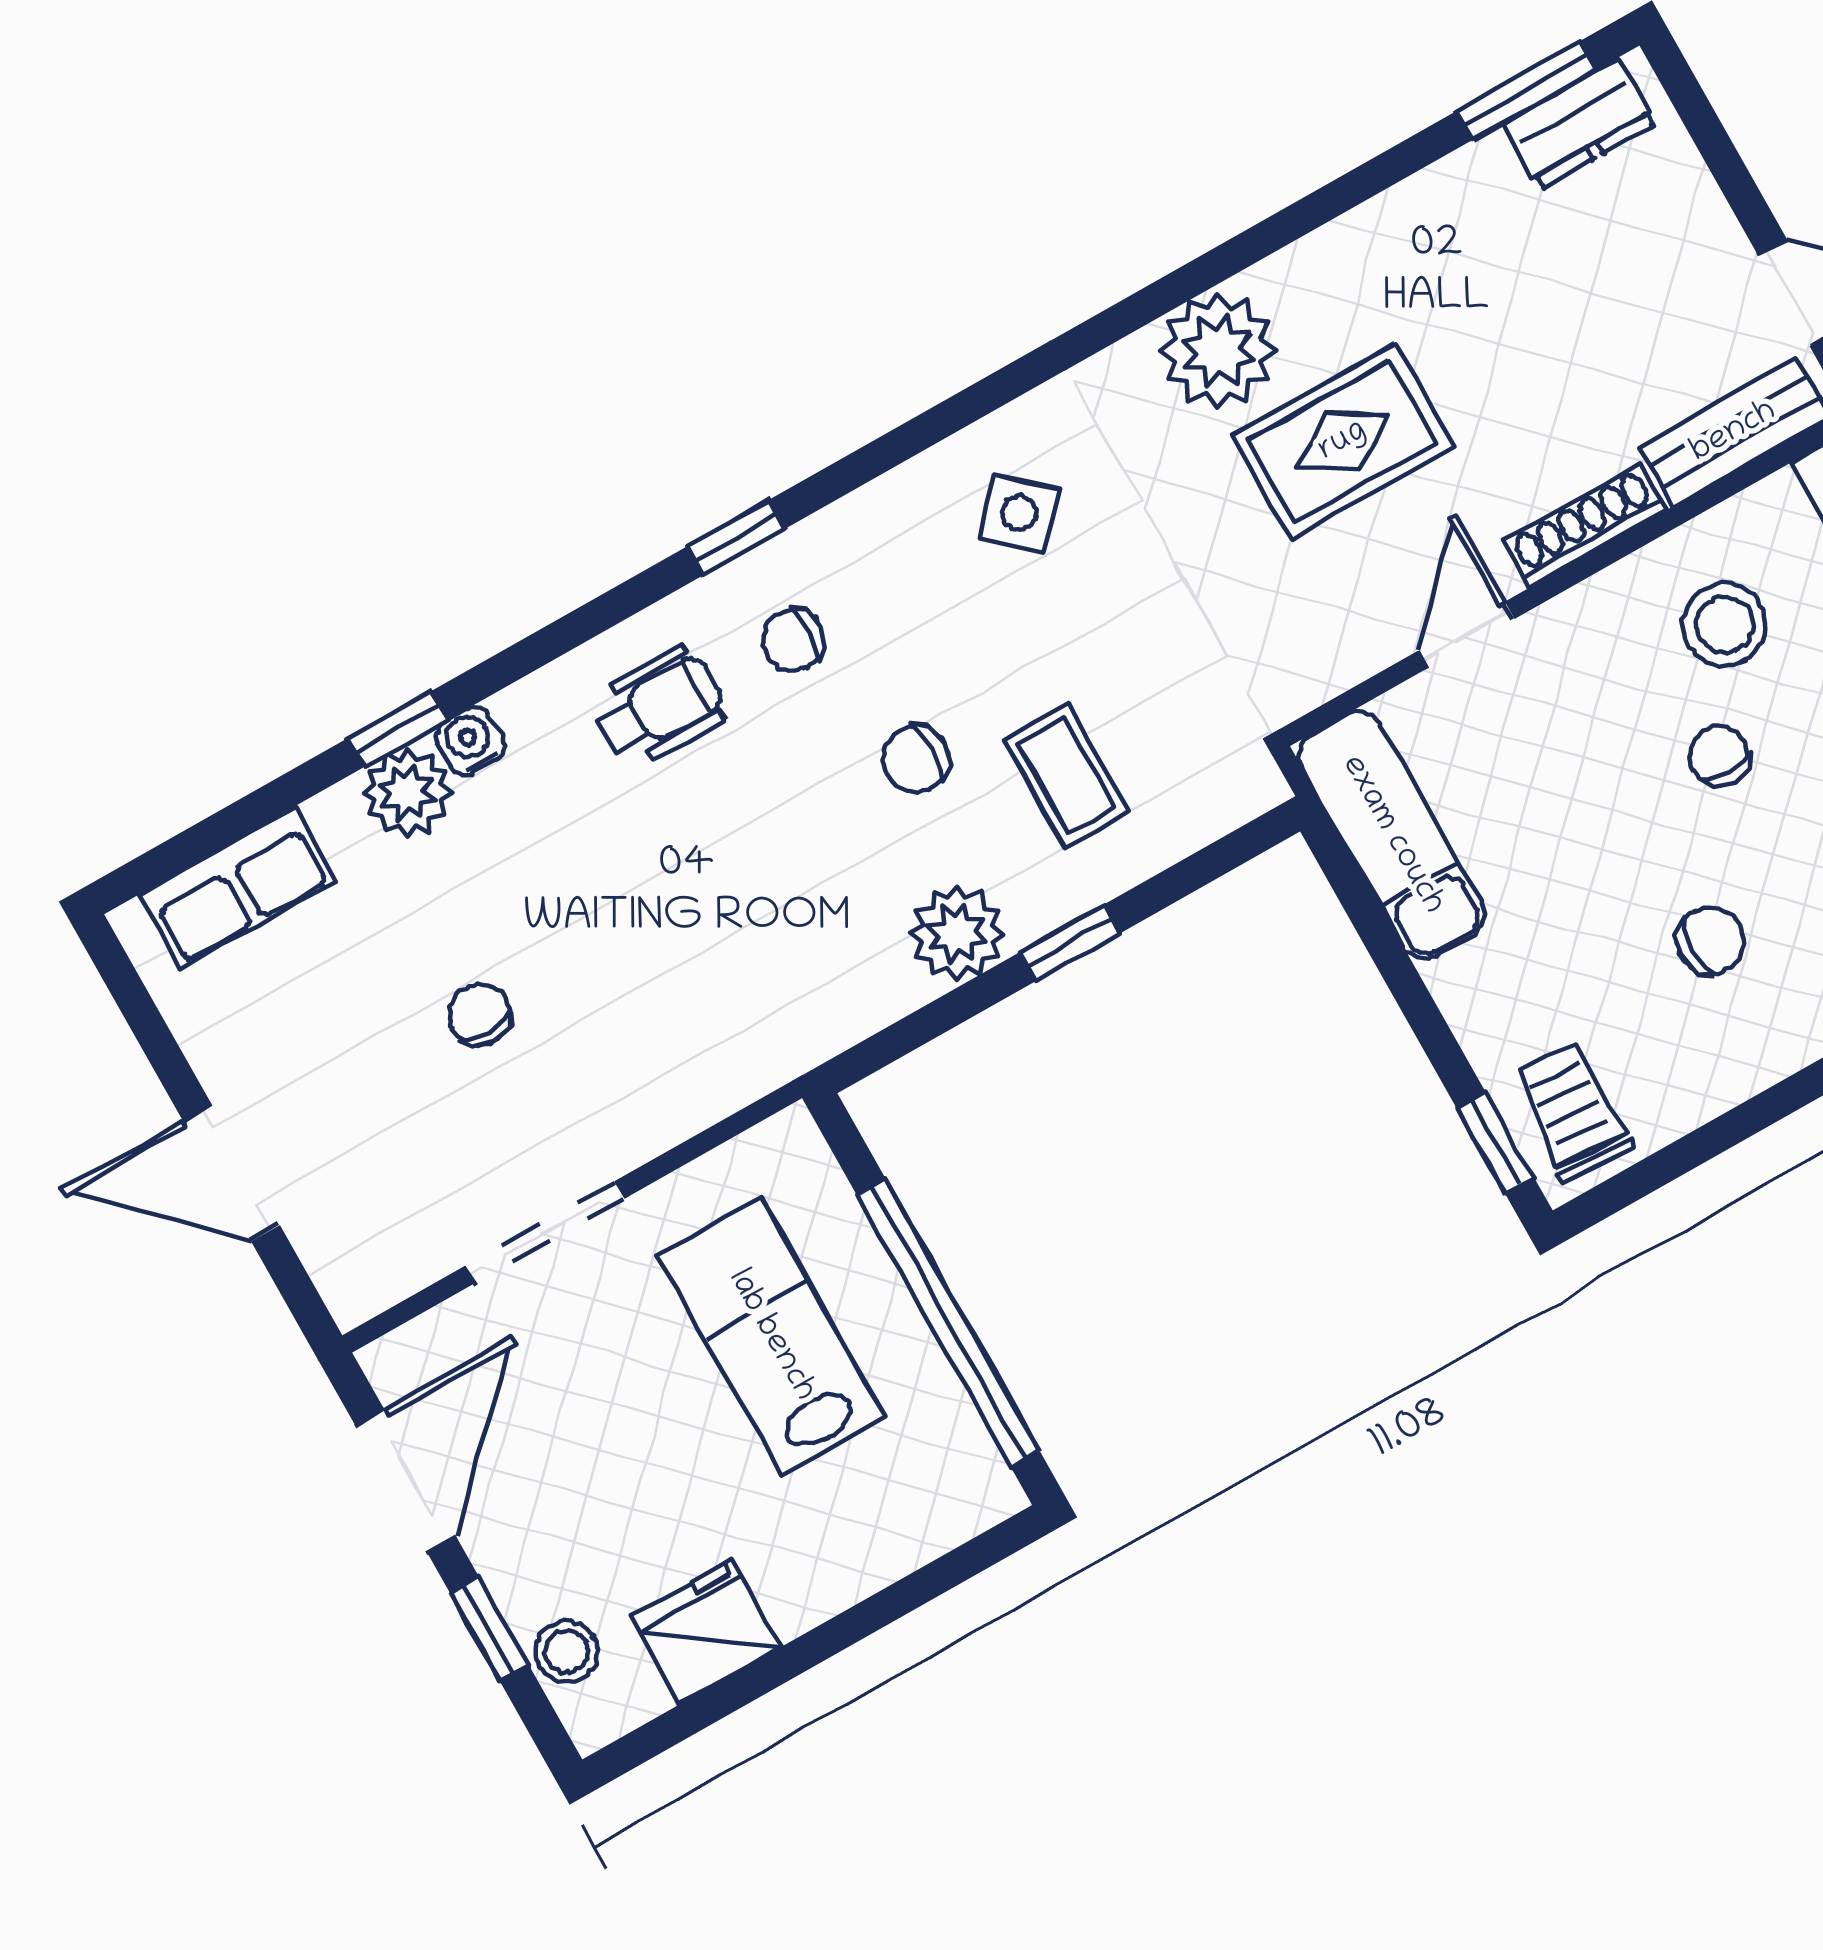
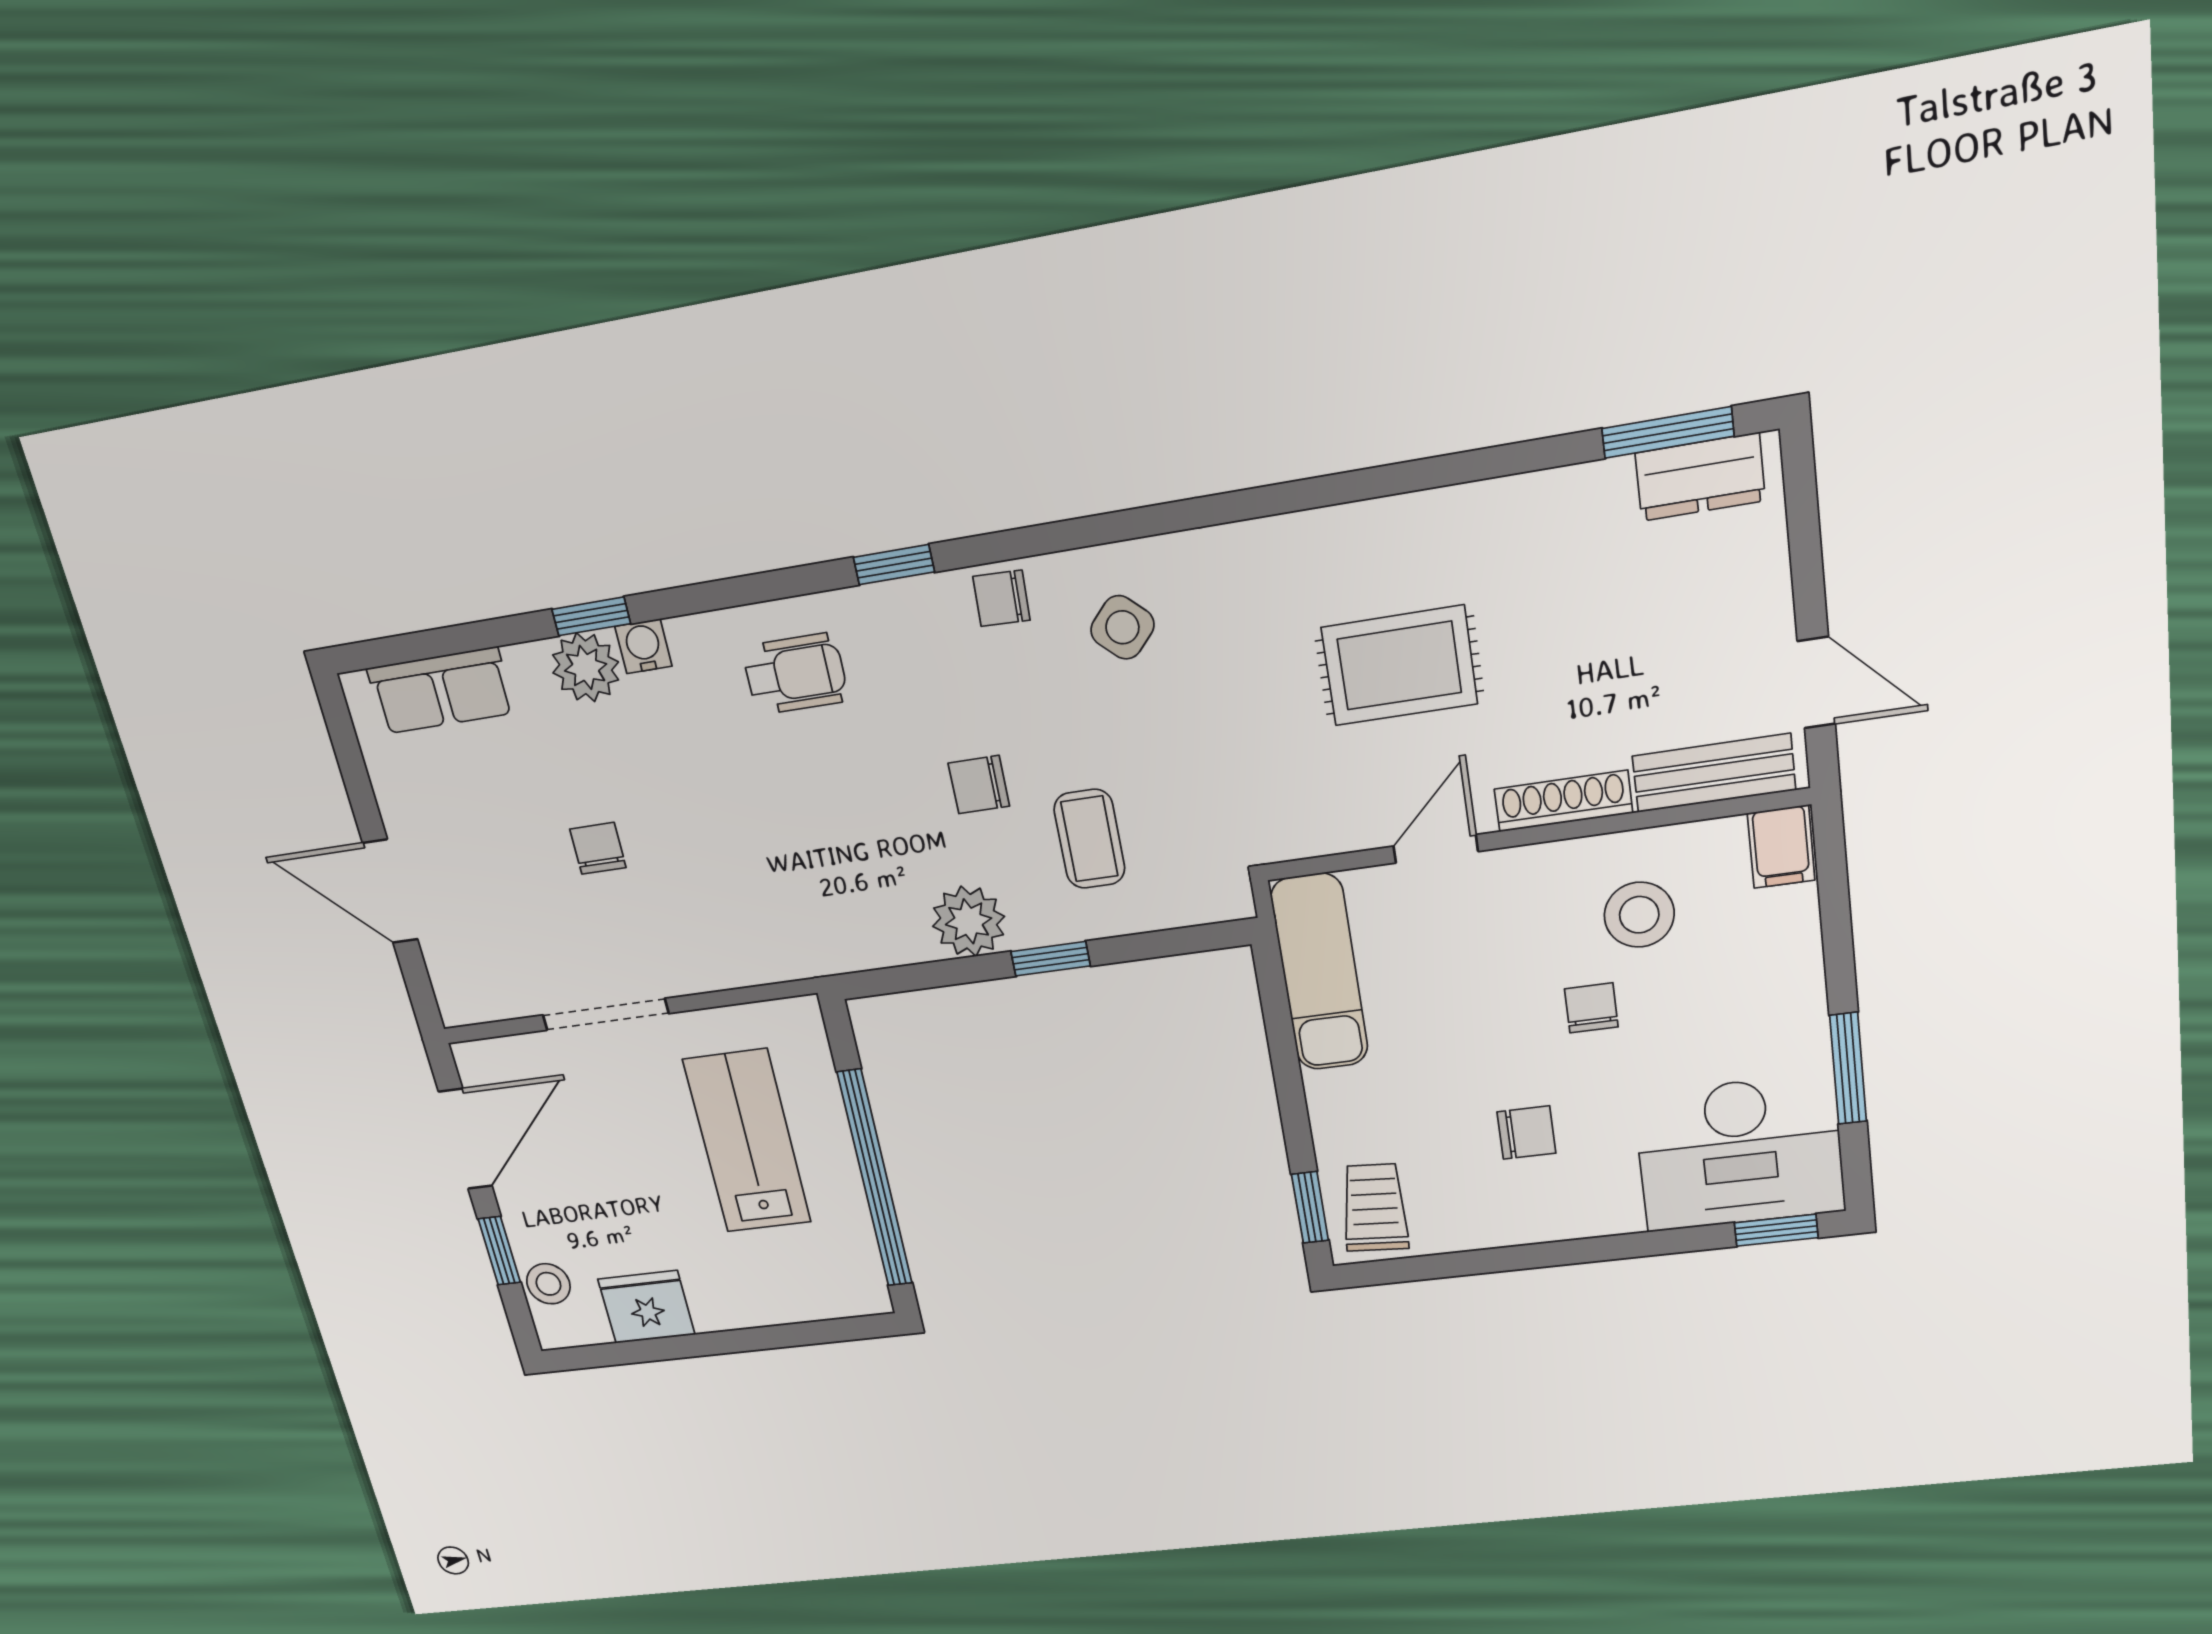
plant: (1218, 350) -> (1328, 556), removed
chair: (793, 641) -> (1001, 598), moved

